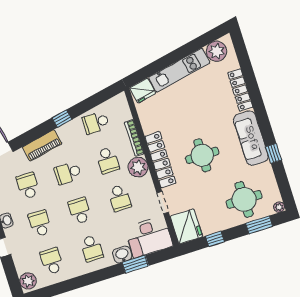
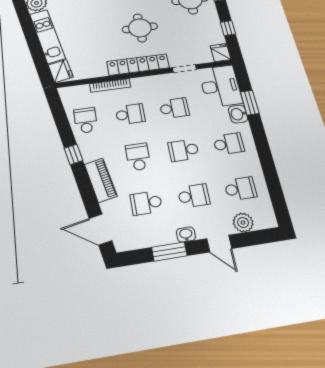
school desk: (96, 123) -> (86, 120), turned 180
plant: (138, 167) -> (143, 86), removed
school desk: (68, 173) -> (138, 157), turned 180
school desk: (40, 223) -> (194, 196), turned 180
fridge: (186, 227) -> (221, 53), width x0.53, depth x0.75
school desk: (52, 261) -> (240, 189), turned 180
plant: (28, 281) -> (243, 223), moved

